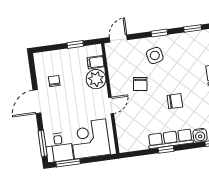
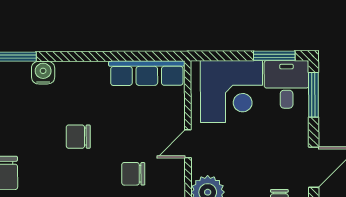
chair: (140, 84) -> (133, 174), turned -98
row of seats: (170, 139) -> (147, 73), moved
window: (166, 149) -> (104, 56), removed

